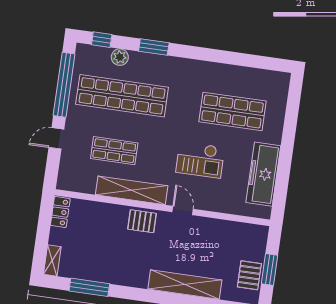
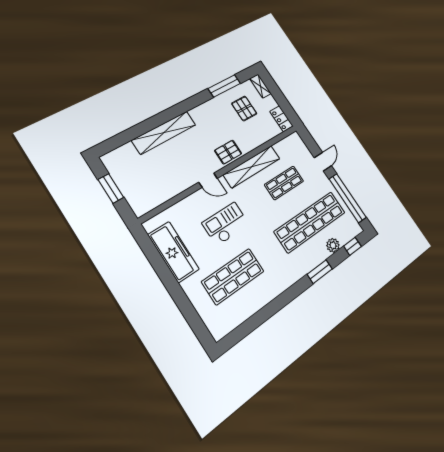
pallet: (249, 275) -> (244, 109), moved

